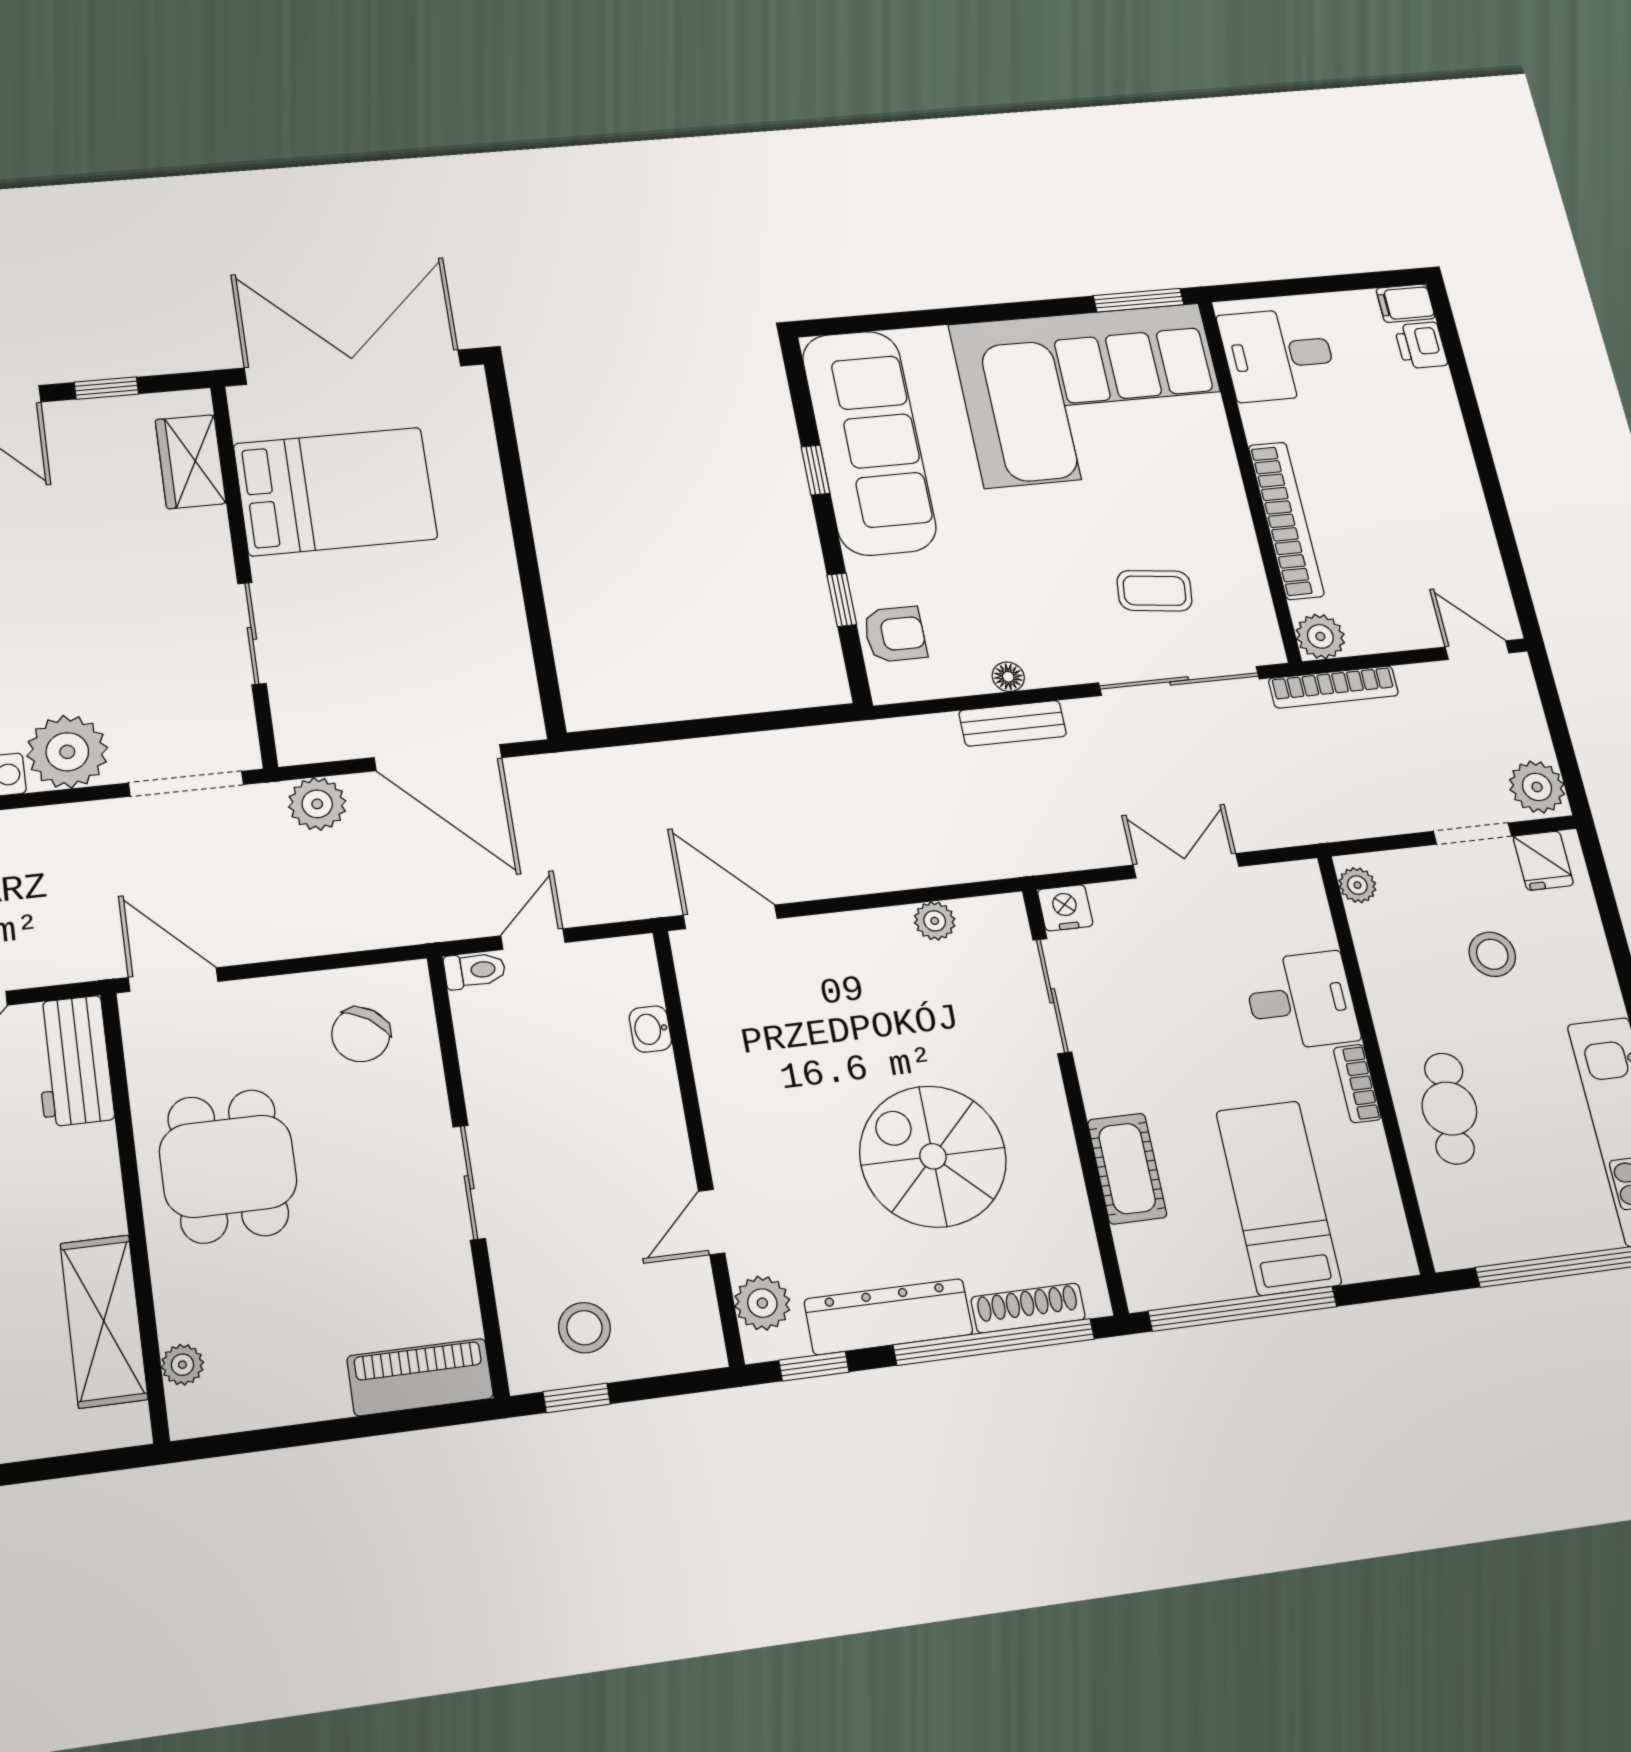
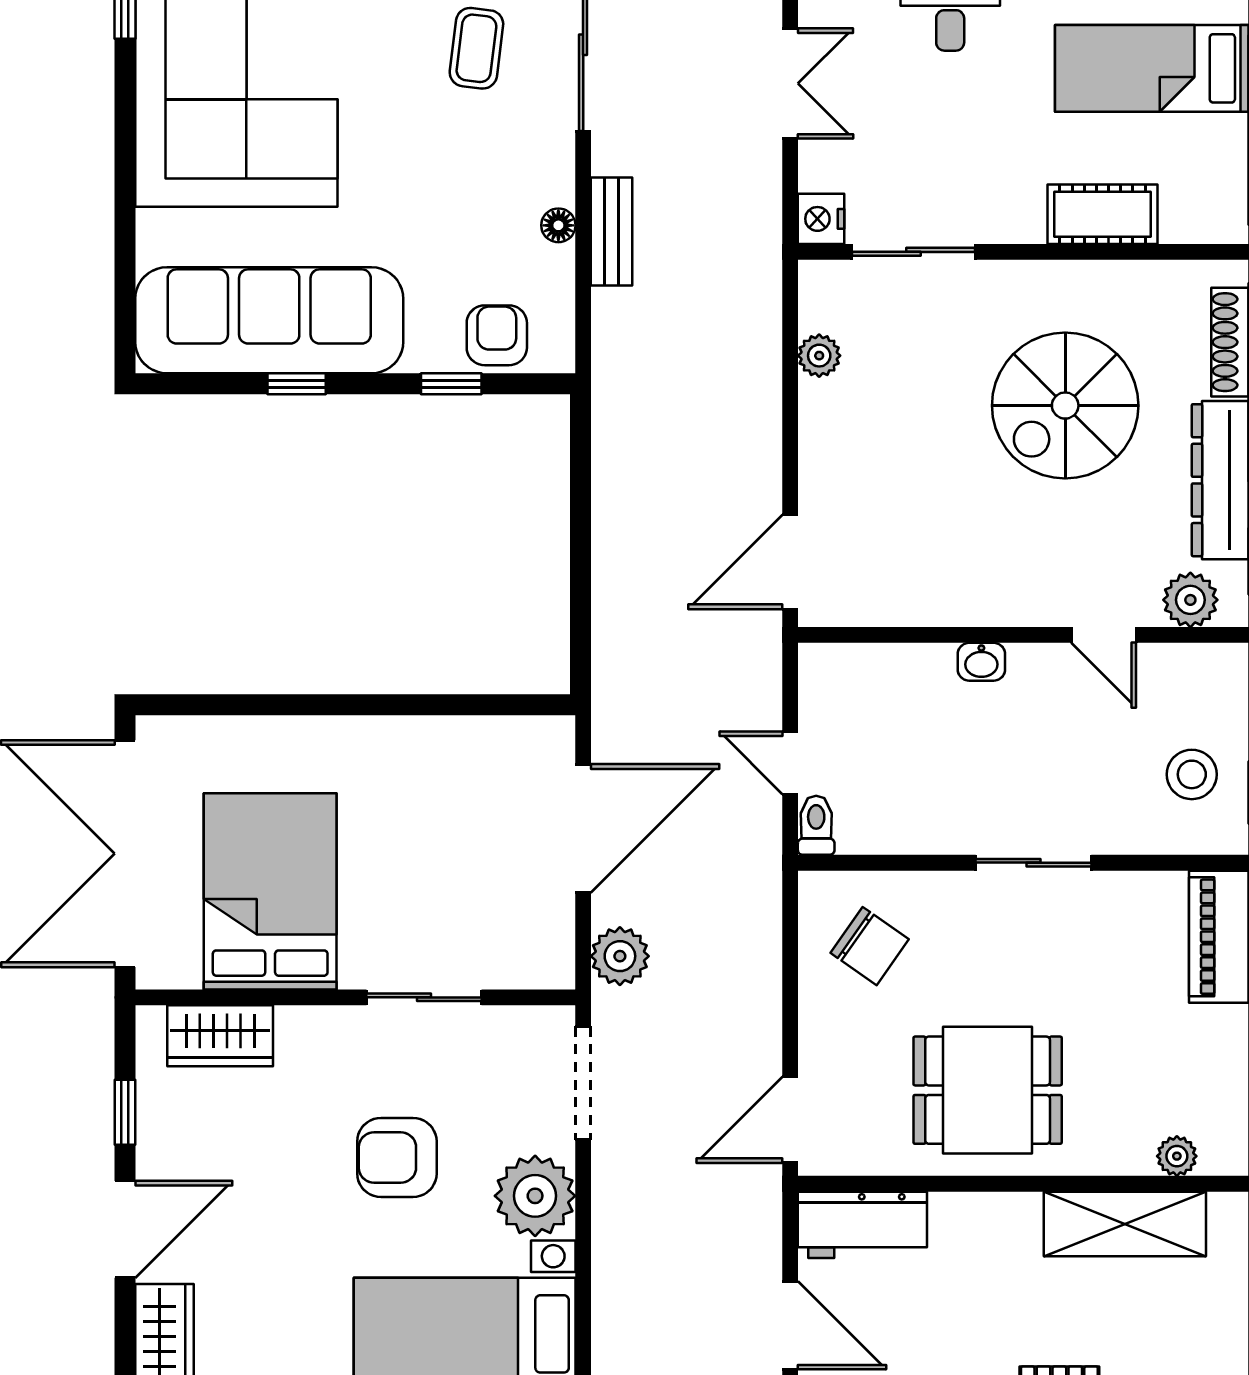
armchair: (91, 625) -> (397, 1157), added
double door: (1186, 866) -> (790, 83), swing flipped
washbasin: (650, 1029) -> (981, 662), moved

